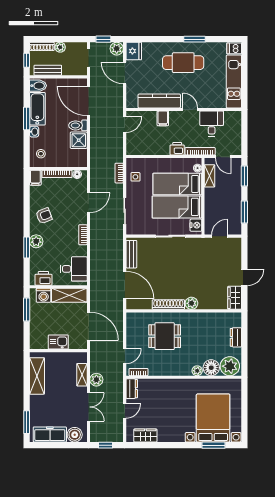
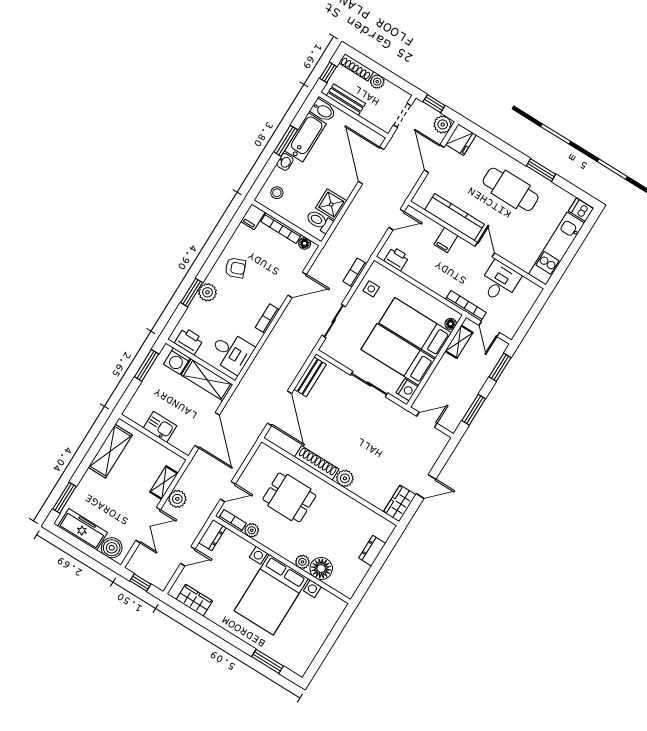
toilet: (78, 125) -> (319, 221), moved
printer: (177, 149) -> (396, 259), moved
plant: (230, 366) -> (252, 530), moved, width x0.53, depth x0.53
bed with nightstands: (213, 418) -> (271, 595), moved, turned 180

